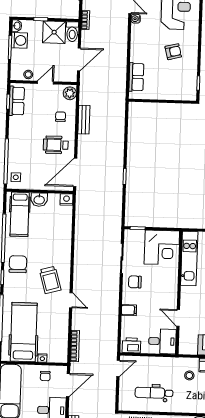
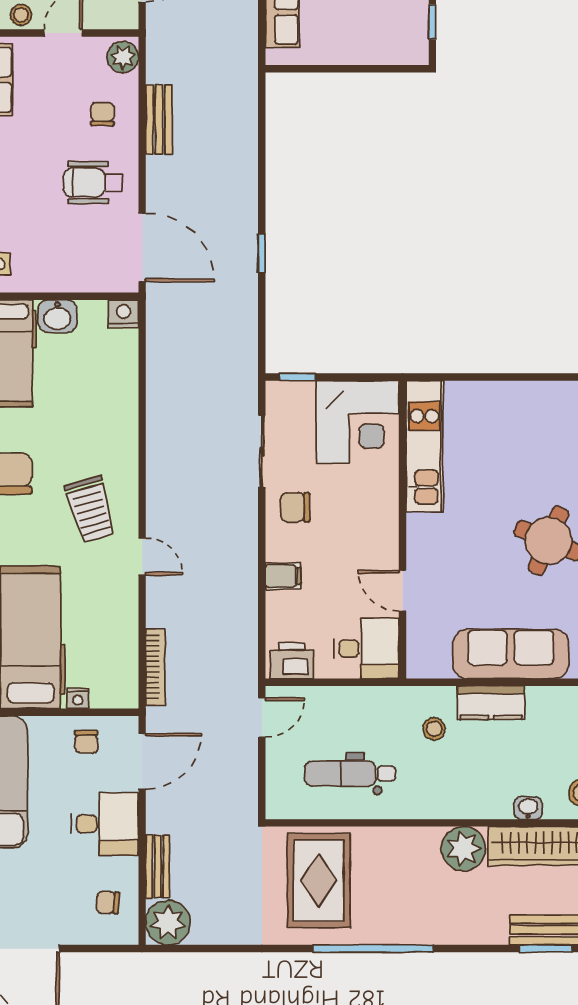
door: (75, 172) -> (142, 247), swing flipped

